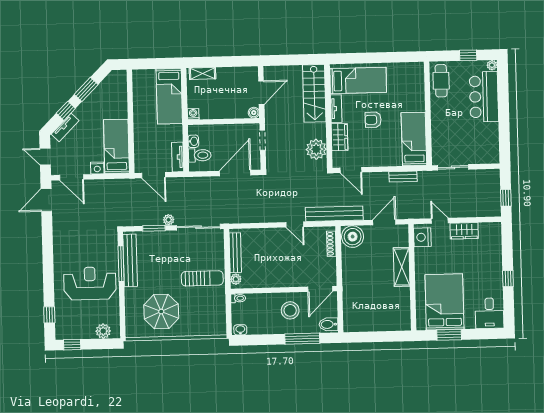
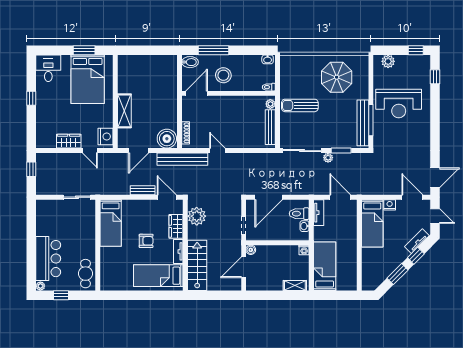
bench: (403, 177) -> (143, 190), moved

